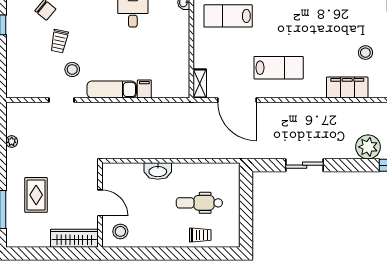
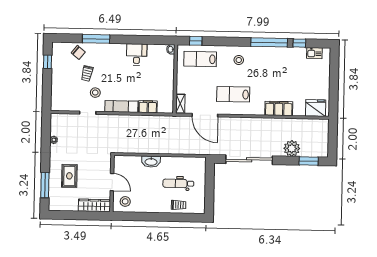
stool: (365, 53) -> (239, 60), moved
lab bench: (279, 68) -> (233, 94), turned 180
filing cabinet: (144, 89) -> (148, 107), width x2.00
sliding door: (305, 165) -> (249, 160), width x1.86

